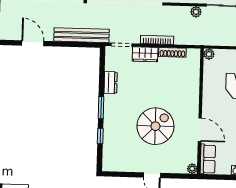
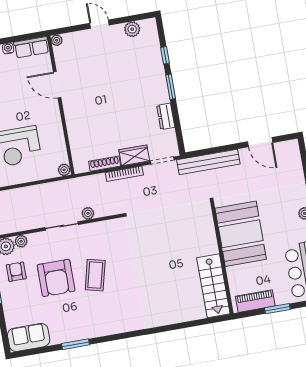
spiral stairs: (155, 126) -> (107, 79), removed
row of seats: (208, 159) -> (31, 47), moved, turned -90
plant: (124, 165) -> (132, 29), added

